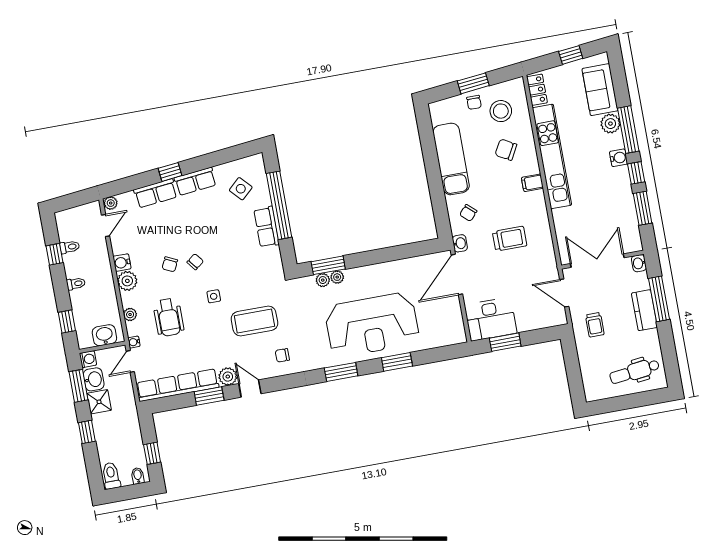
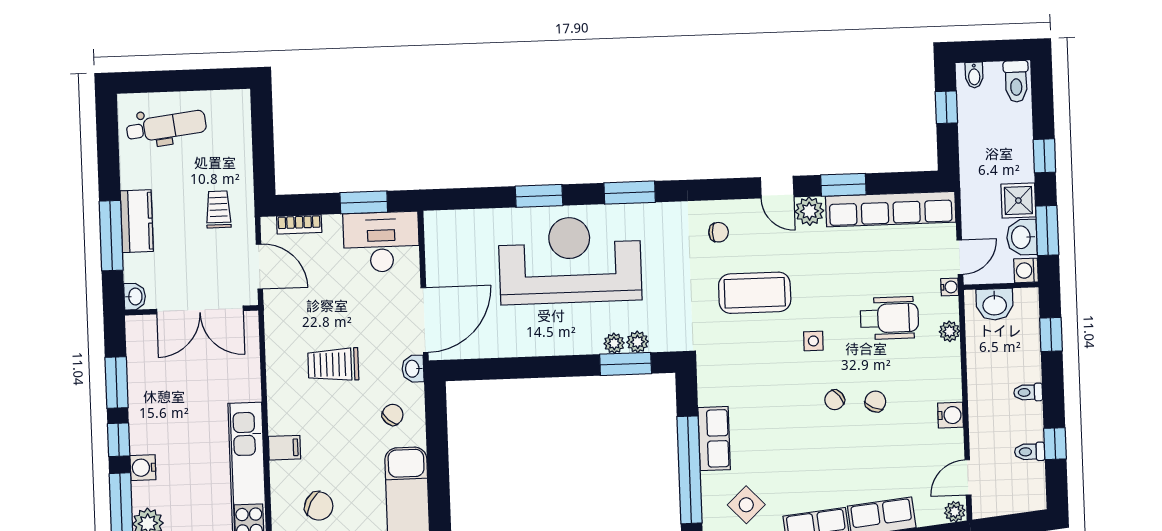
plant: (127, 281) -> (946, 385), removed
wheelchair: (169, 317) -> (889, 318), turned 90
bookcase: (543, 323) -> (299, 224), added

